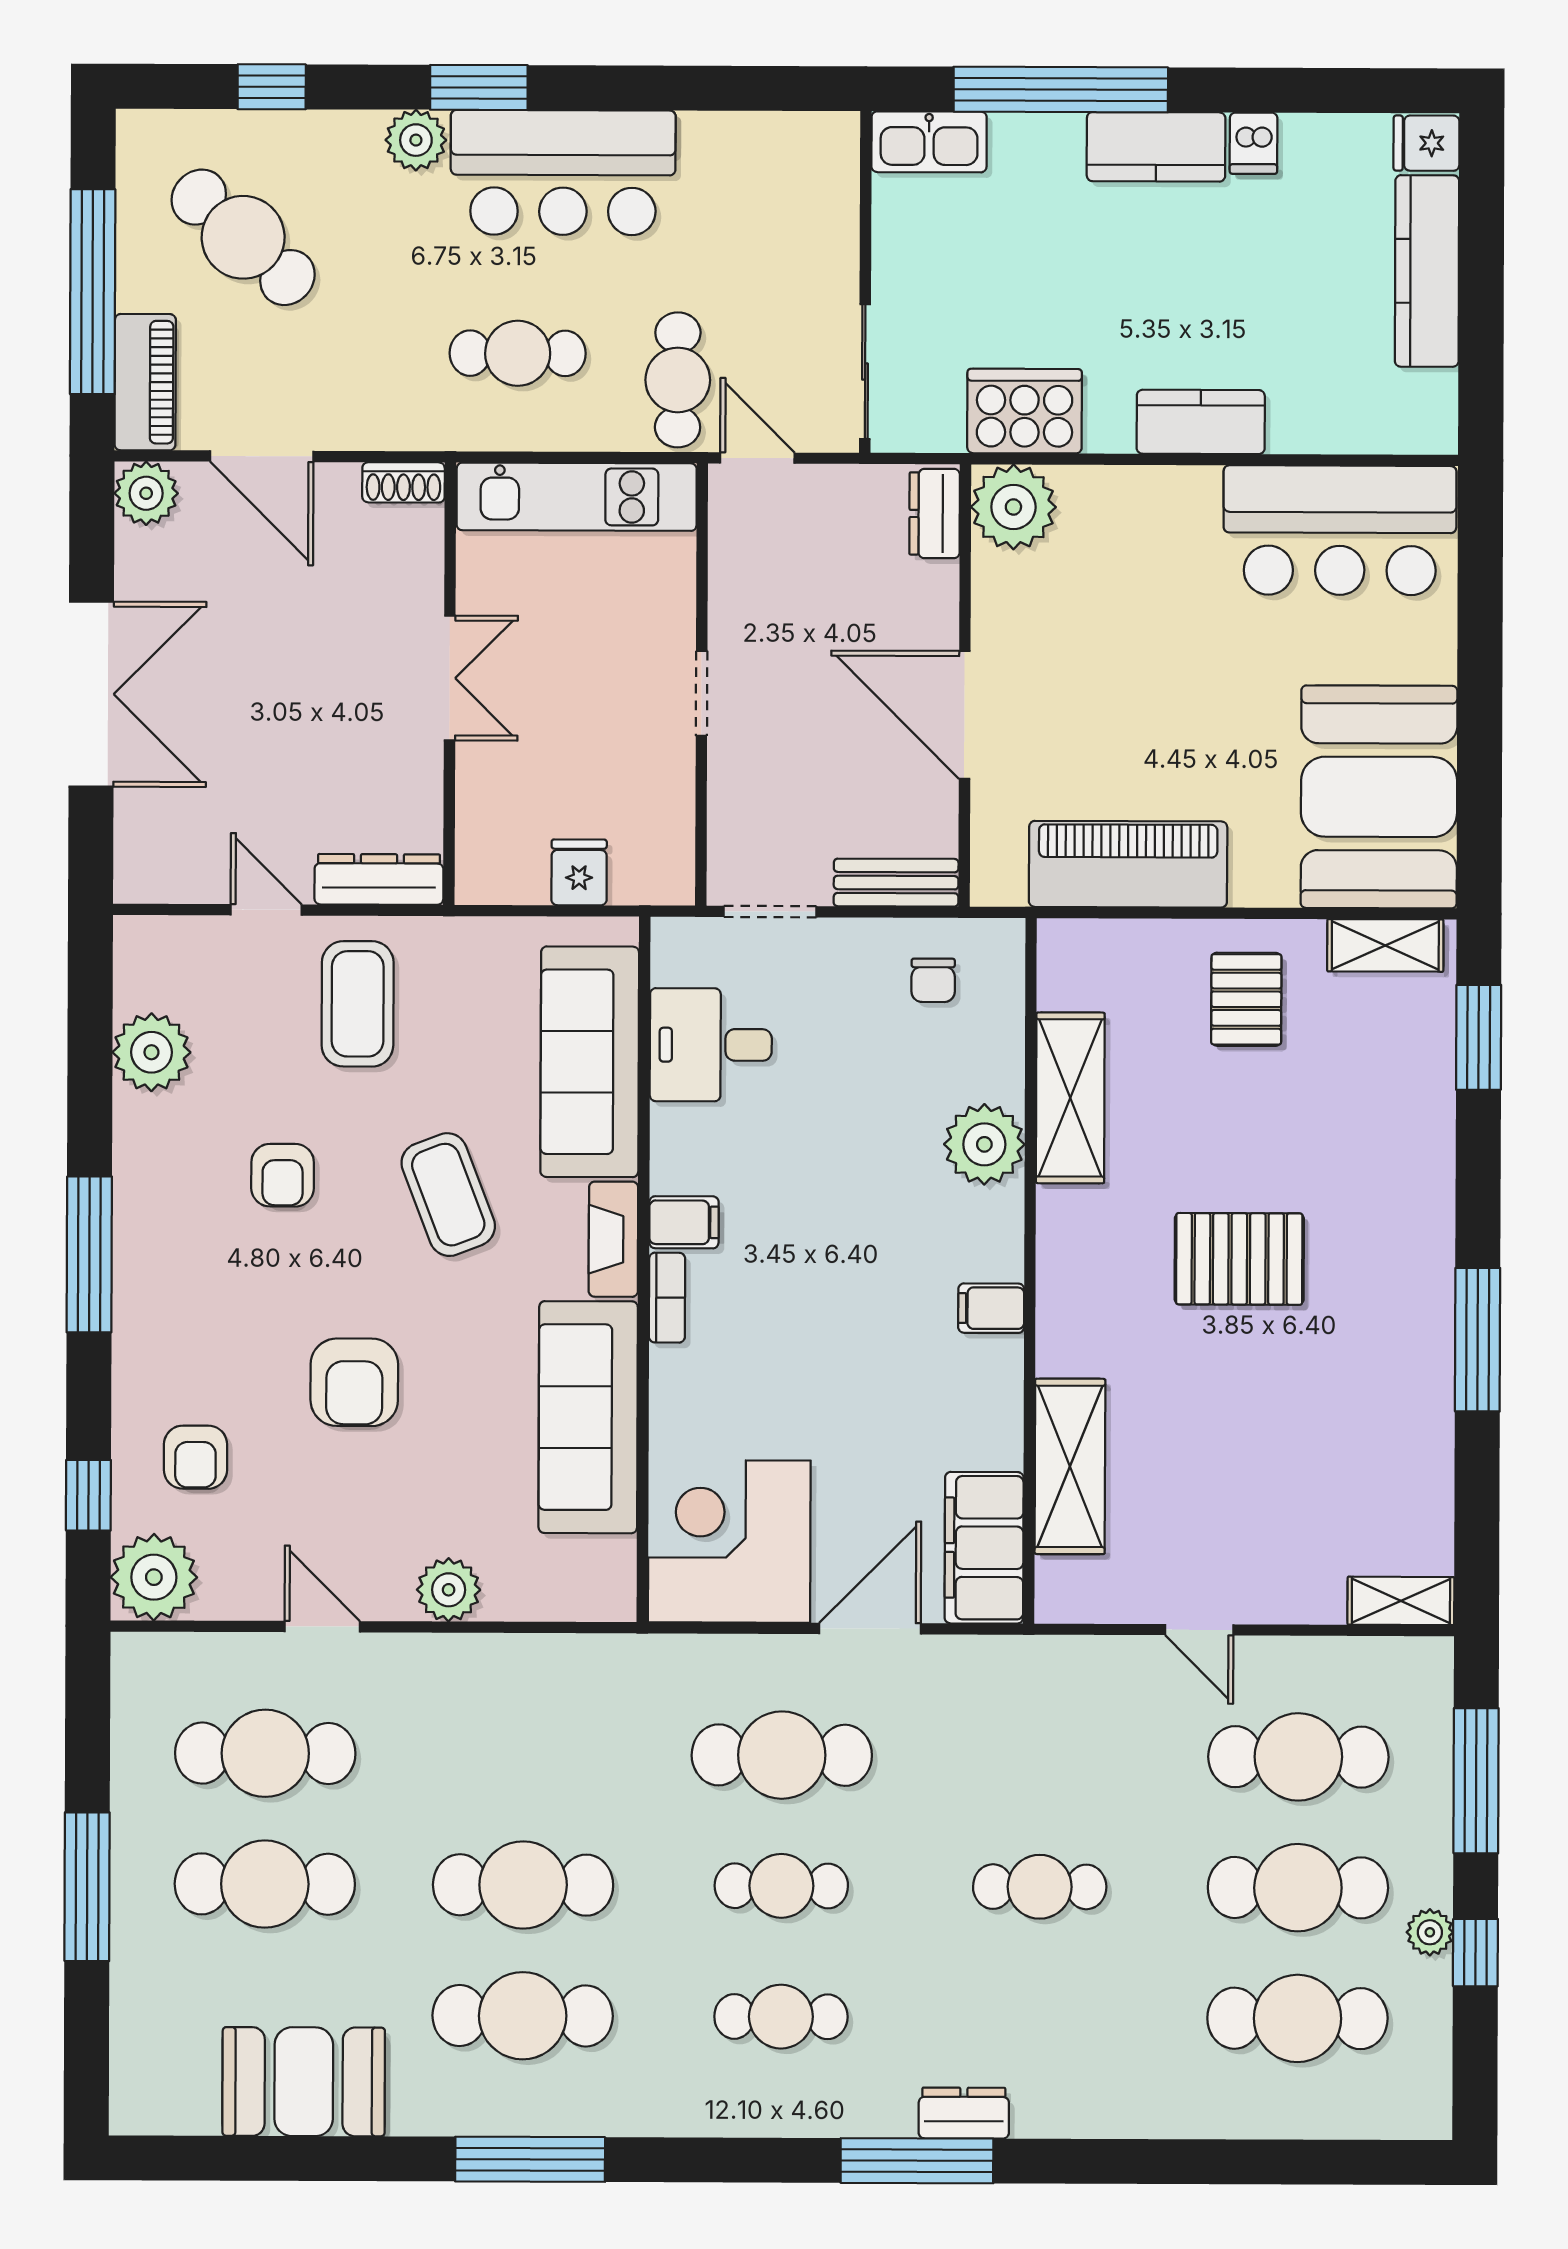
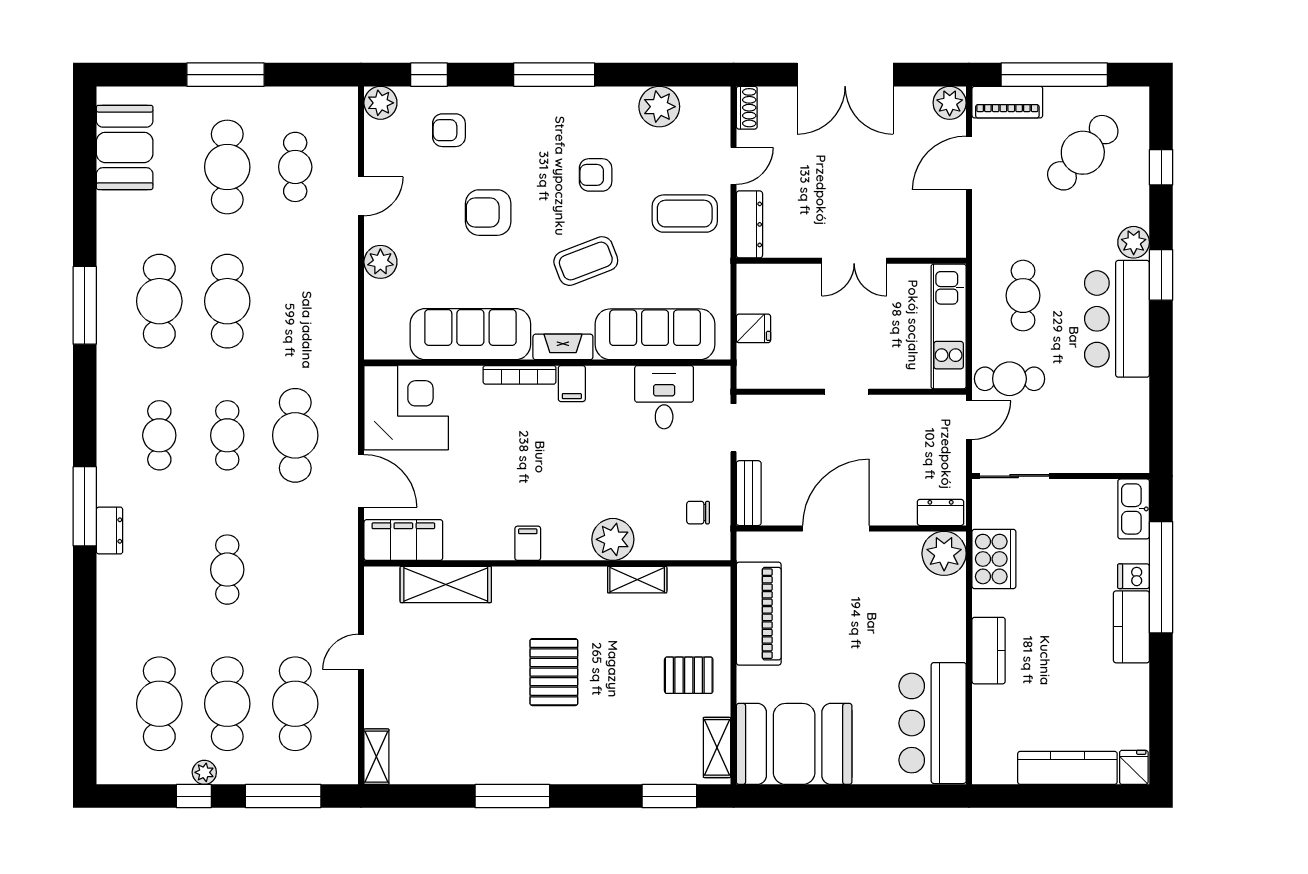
dishwasher: (1254, 143) -> (1133, 576), moved
shoe rack: (403, 482) -> (747, 108), moved, turned 180
shelving: (1070, 1098) -> (637, 580), width x0.67, depth x0.75
bookcase: (667, 1298) -> (520, 375), width x1.56
plant: (154, 1577) -> (380, 103), width x0.73, depth x0.73
cafe table: (265, 1753) -> (295, 167), width x0.73, depth x0.74
booth: (304, 2082) -> (125, 147), moved

